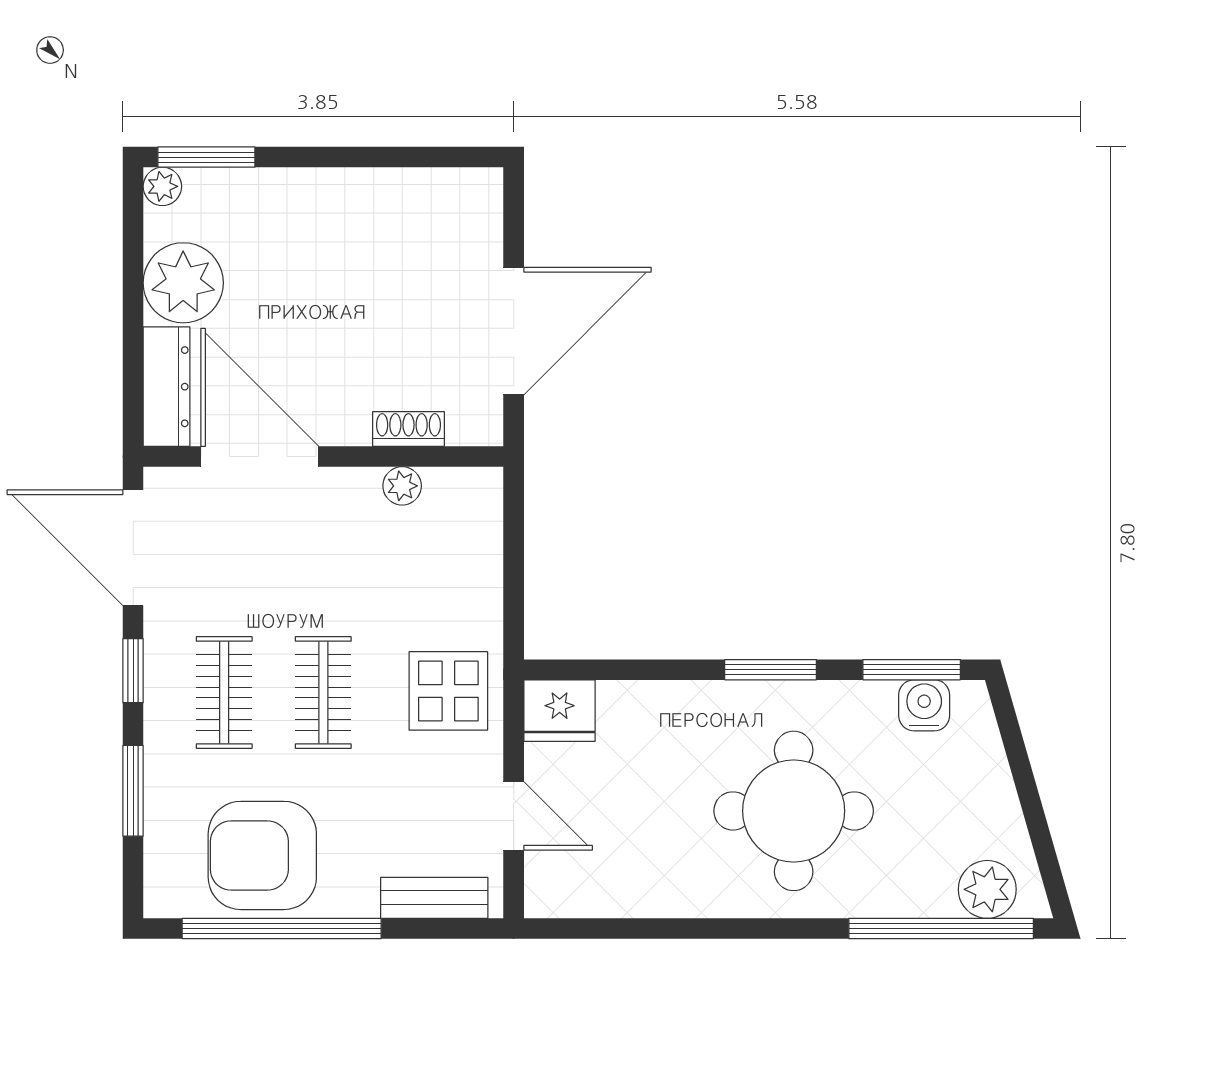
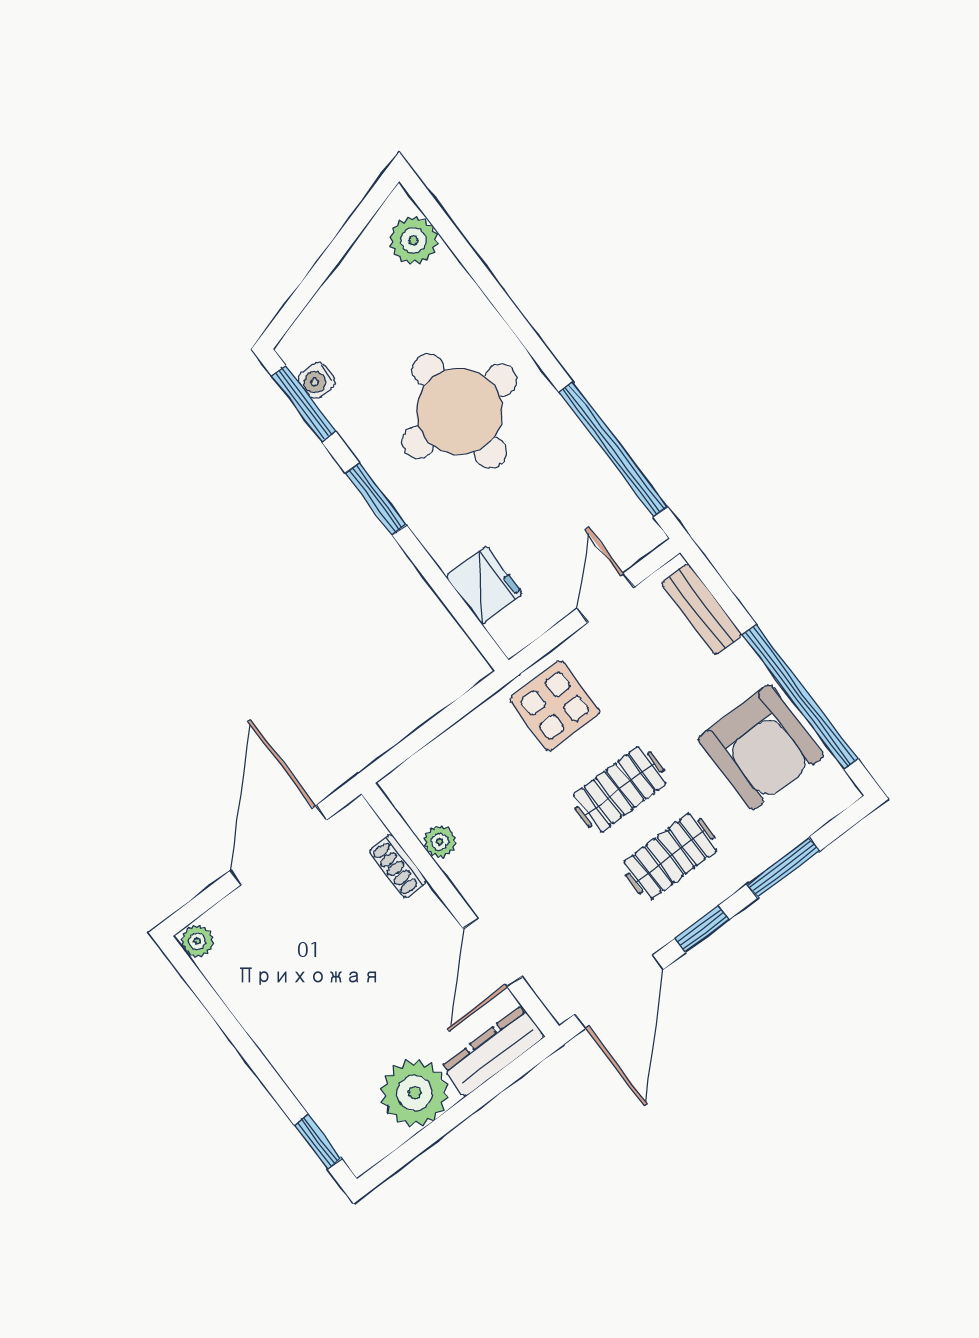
window: (206, 157) -> (318, 1142), width x0.67
plant: (162, 186) -> (197, 941), moved
door: (514, 331) -> (278, 845), hinge flipped
door: (260, 457) -> (493, 953), width x0.73
water cooler: (924, 705) -> (317, 381), width x0.72, depth x0.72
fridge: (560, 711) -> (484, 585), moved
window: (941, 929) -> (613, 449), moved

